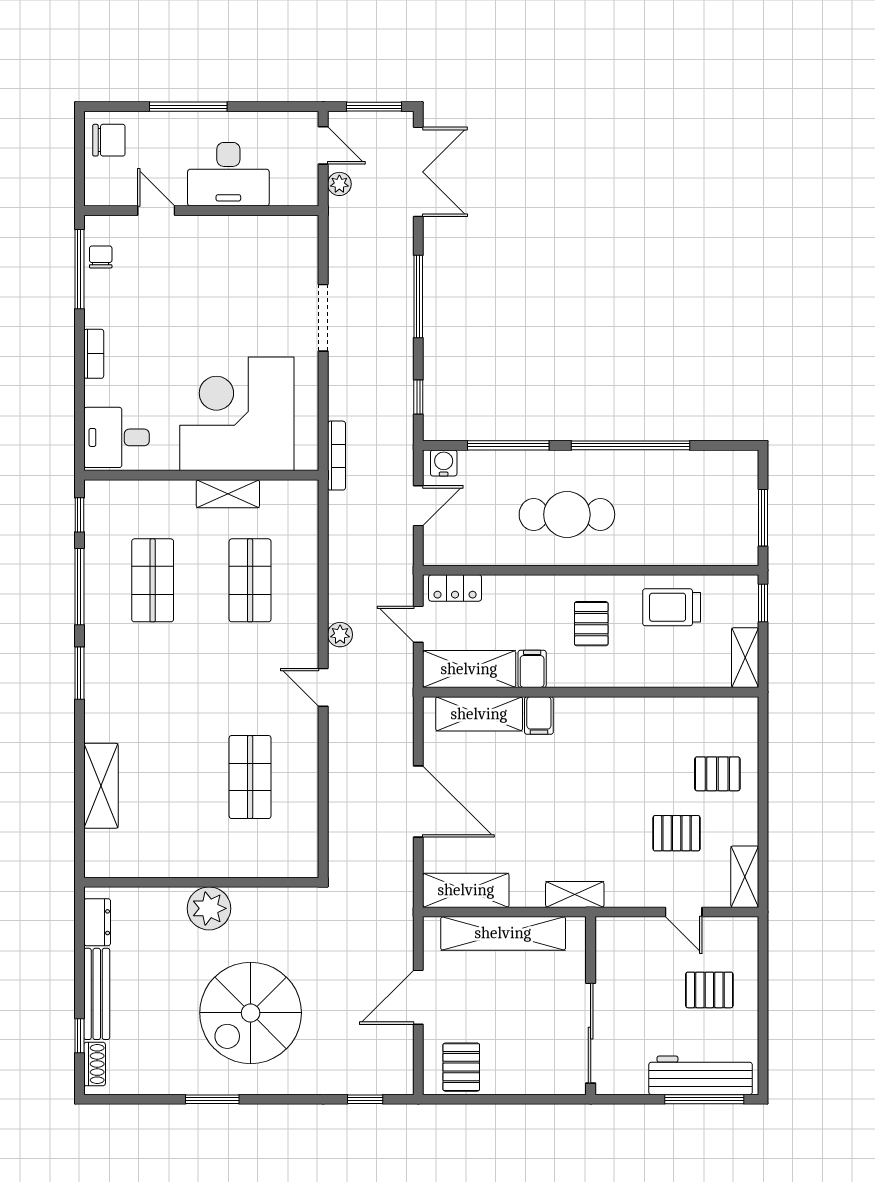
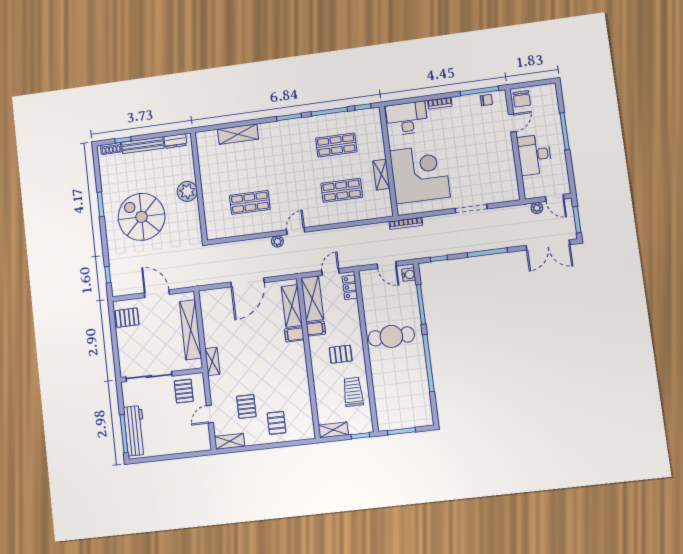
chair: (109, 140) -> (522, 99), moved
door: (323, 145) -> (555, 198), hinge flipped
desk: (117, 437) -> (407, 118), width x1.37
cafe table: (567, 515) -> (391, 336), turned 90
plant: (340, 635) -> (277, 241), moved
shelving: (466, 890) -> (209, 310), removed
pallet: (709, 990) -> (184, 391), moved

